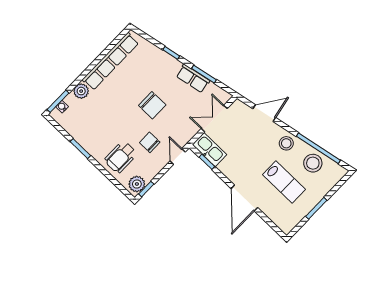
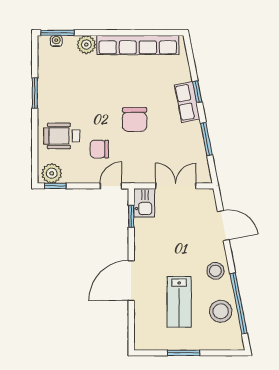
row of seats: (193, 78) -> (187, 102), moved
chair: (150, 142) -> (99, 149), turned -90
kitchen sink: (209, 150) -> (144, 203), width x0.73

